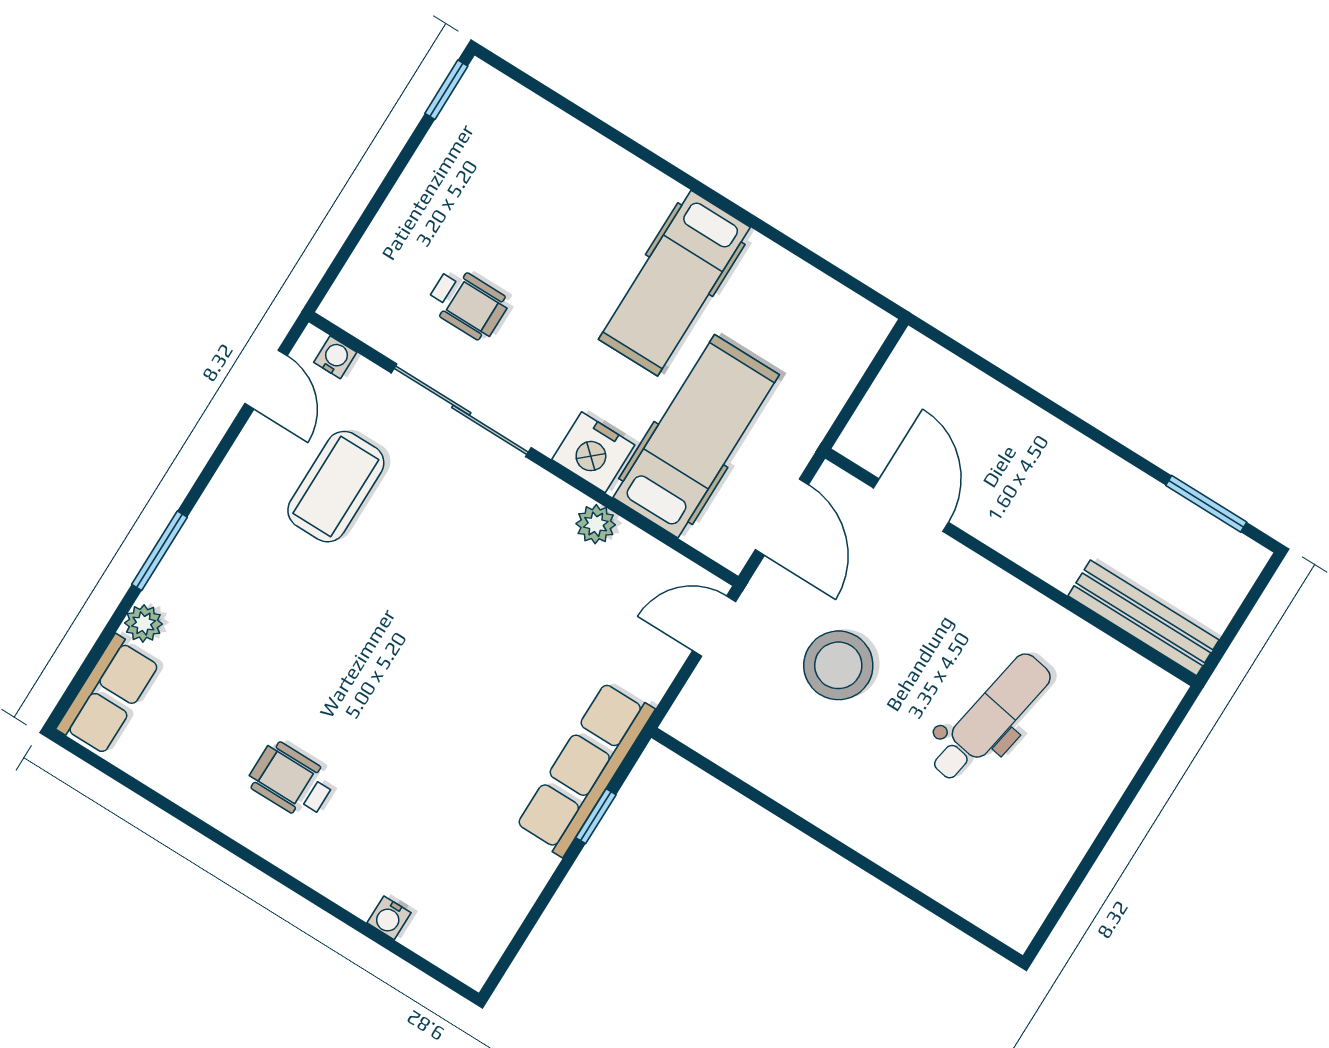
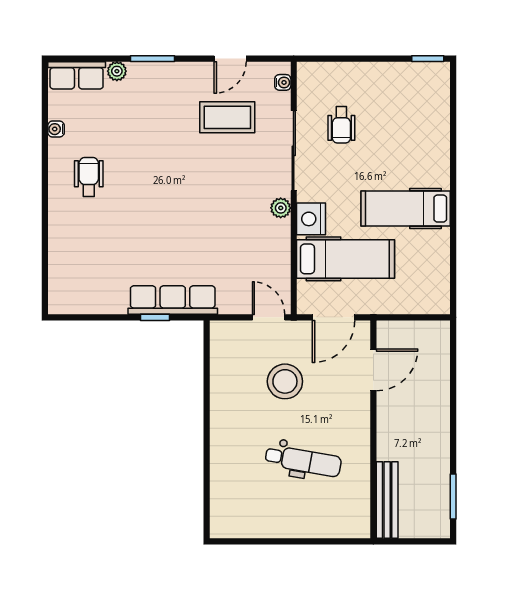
door: (266, 380) -> (230, 59), moved
plant: (596, 524) -> (281, 208), moved
water cooler: (389, 918) -> (56, 129), moved

